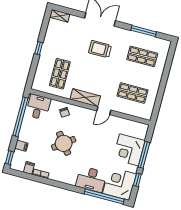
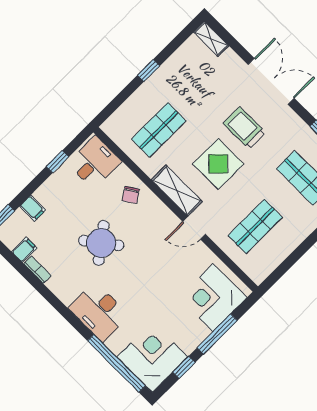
display table: (98, 73) -> (218, 164), added
shop shelf: (132, 93) -> (255, 226), turned 90
window: (20, 117) -> (57, 162), width x0.32
corner desk: (129, 150) -> (213, 298), moved
desk: (91, 179) -> (99, 312), moved

